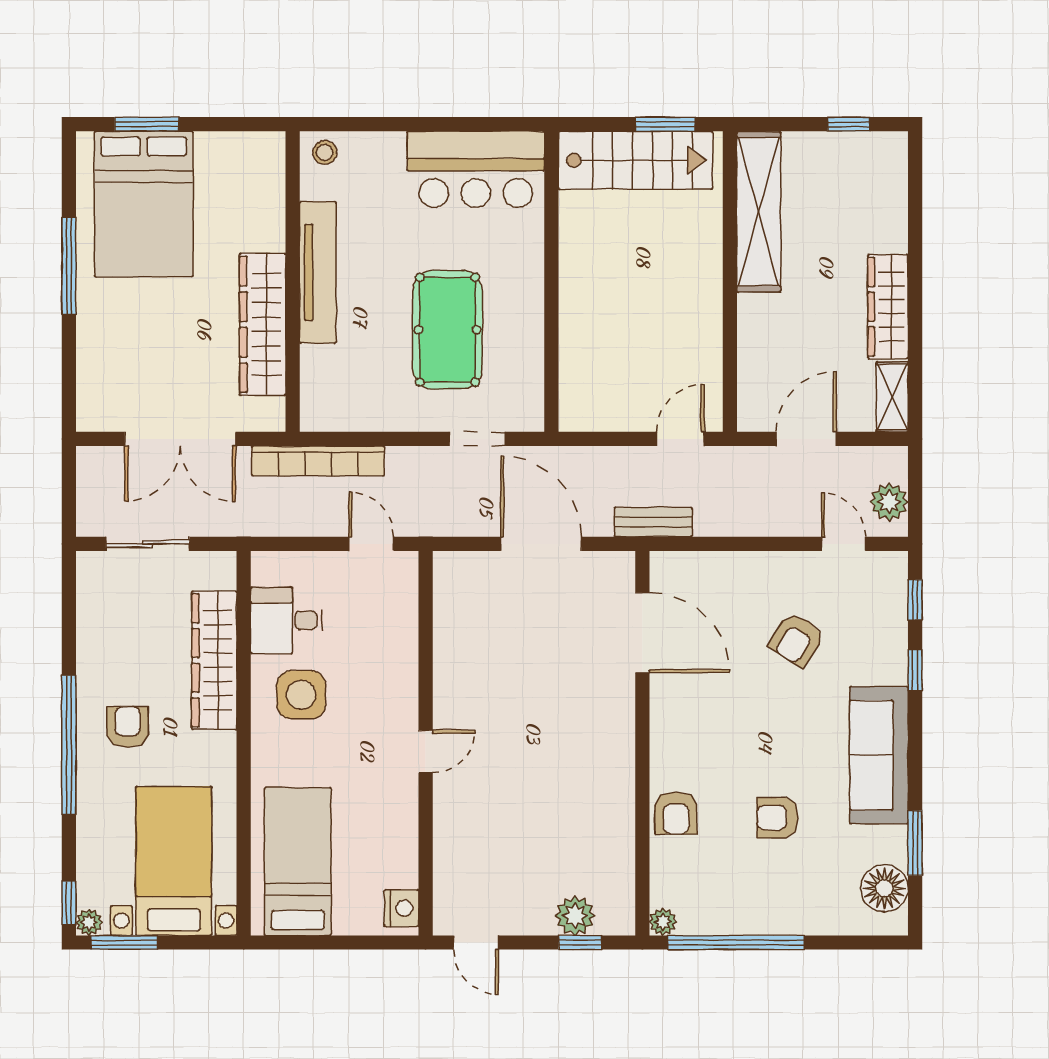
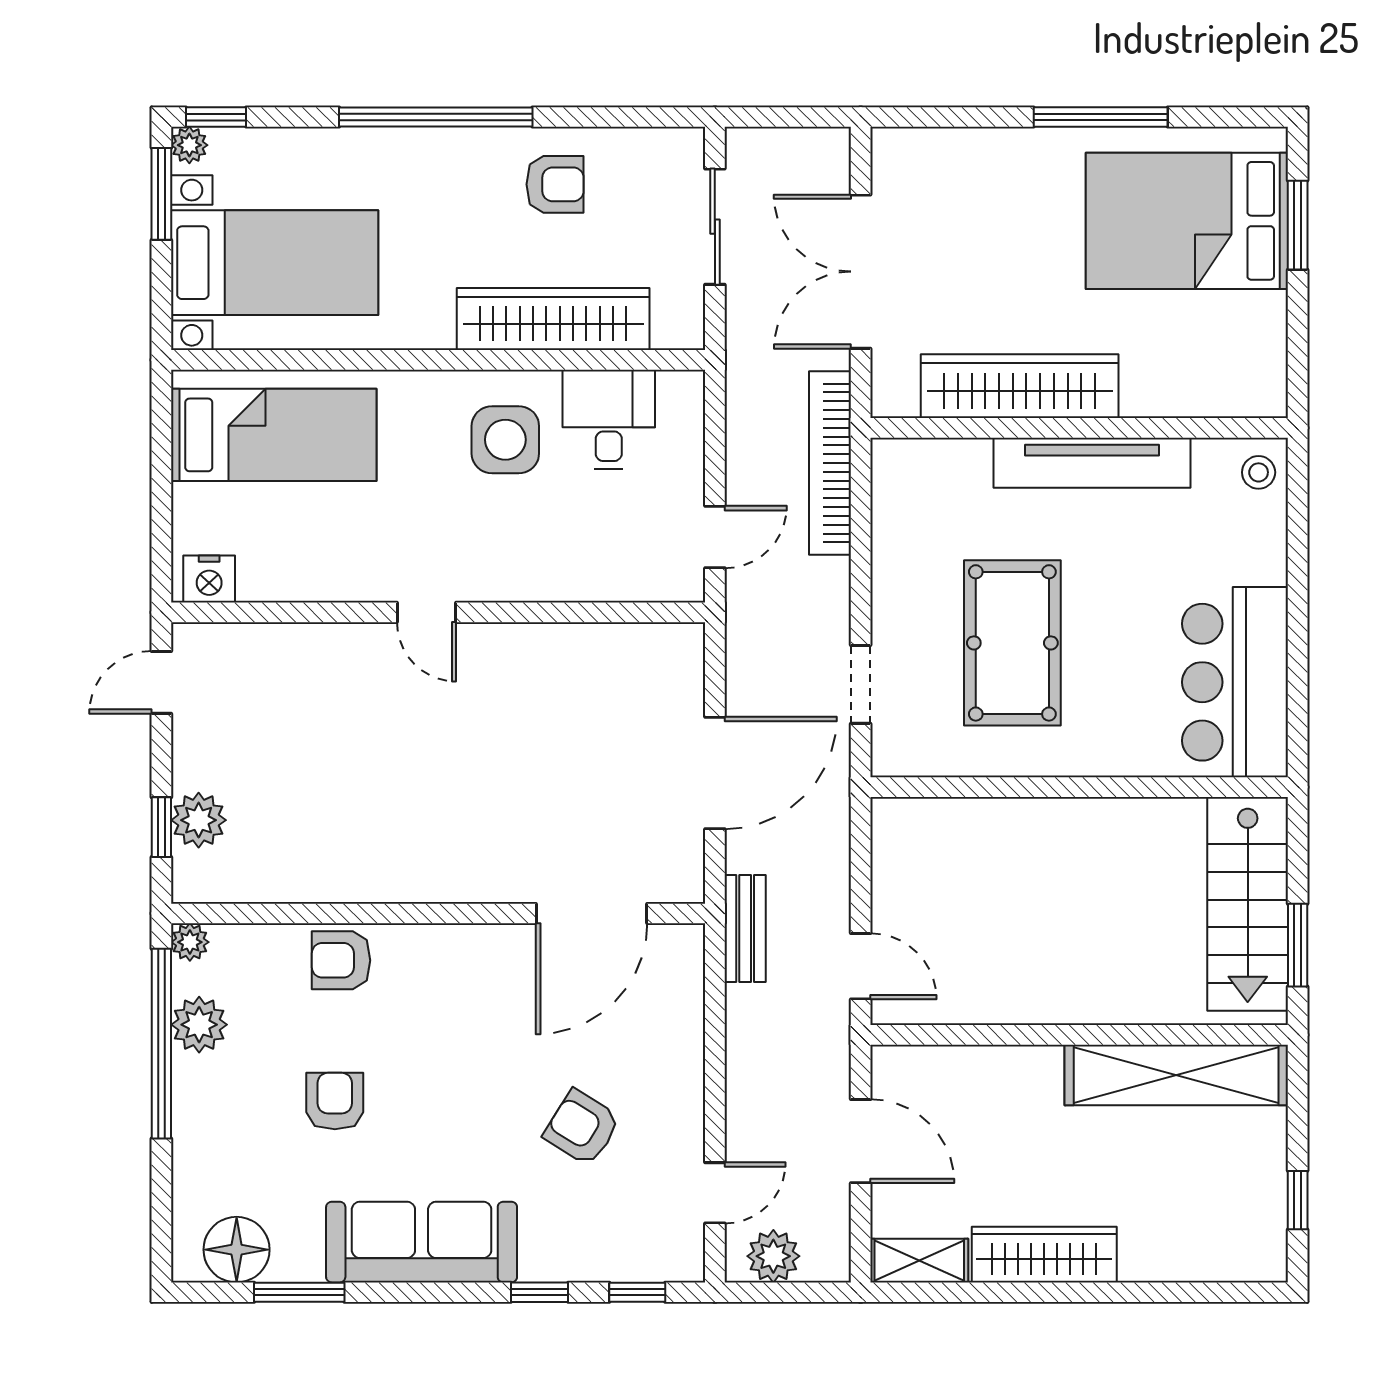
pool table: (448, 330) -> (1012, 643), turned 90
armchair: (128, 727) -> (555, 184), moved
plant: (722, 915) -> (199, 1025), added

